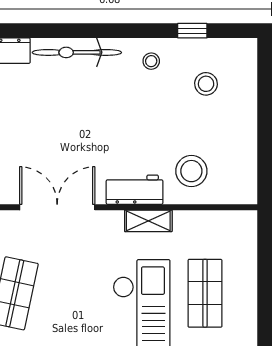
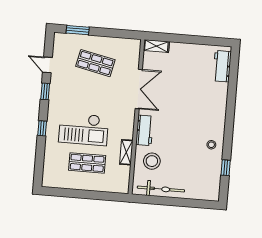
bicycle: (77, 52) -> (161, 189), moved, turned 90
stool: (206, 84) -> (197, 173), removed
shelving: (148, 221) -> (126, 152), moved

